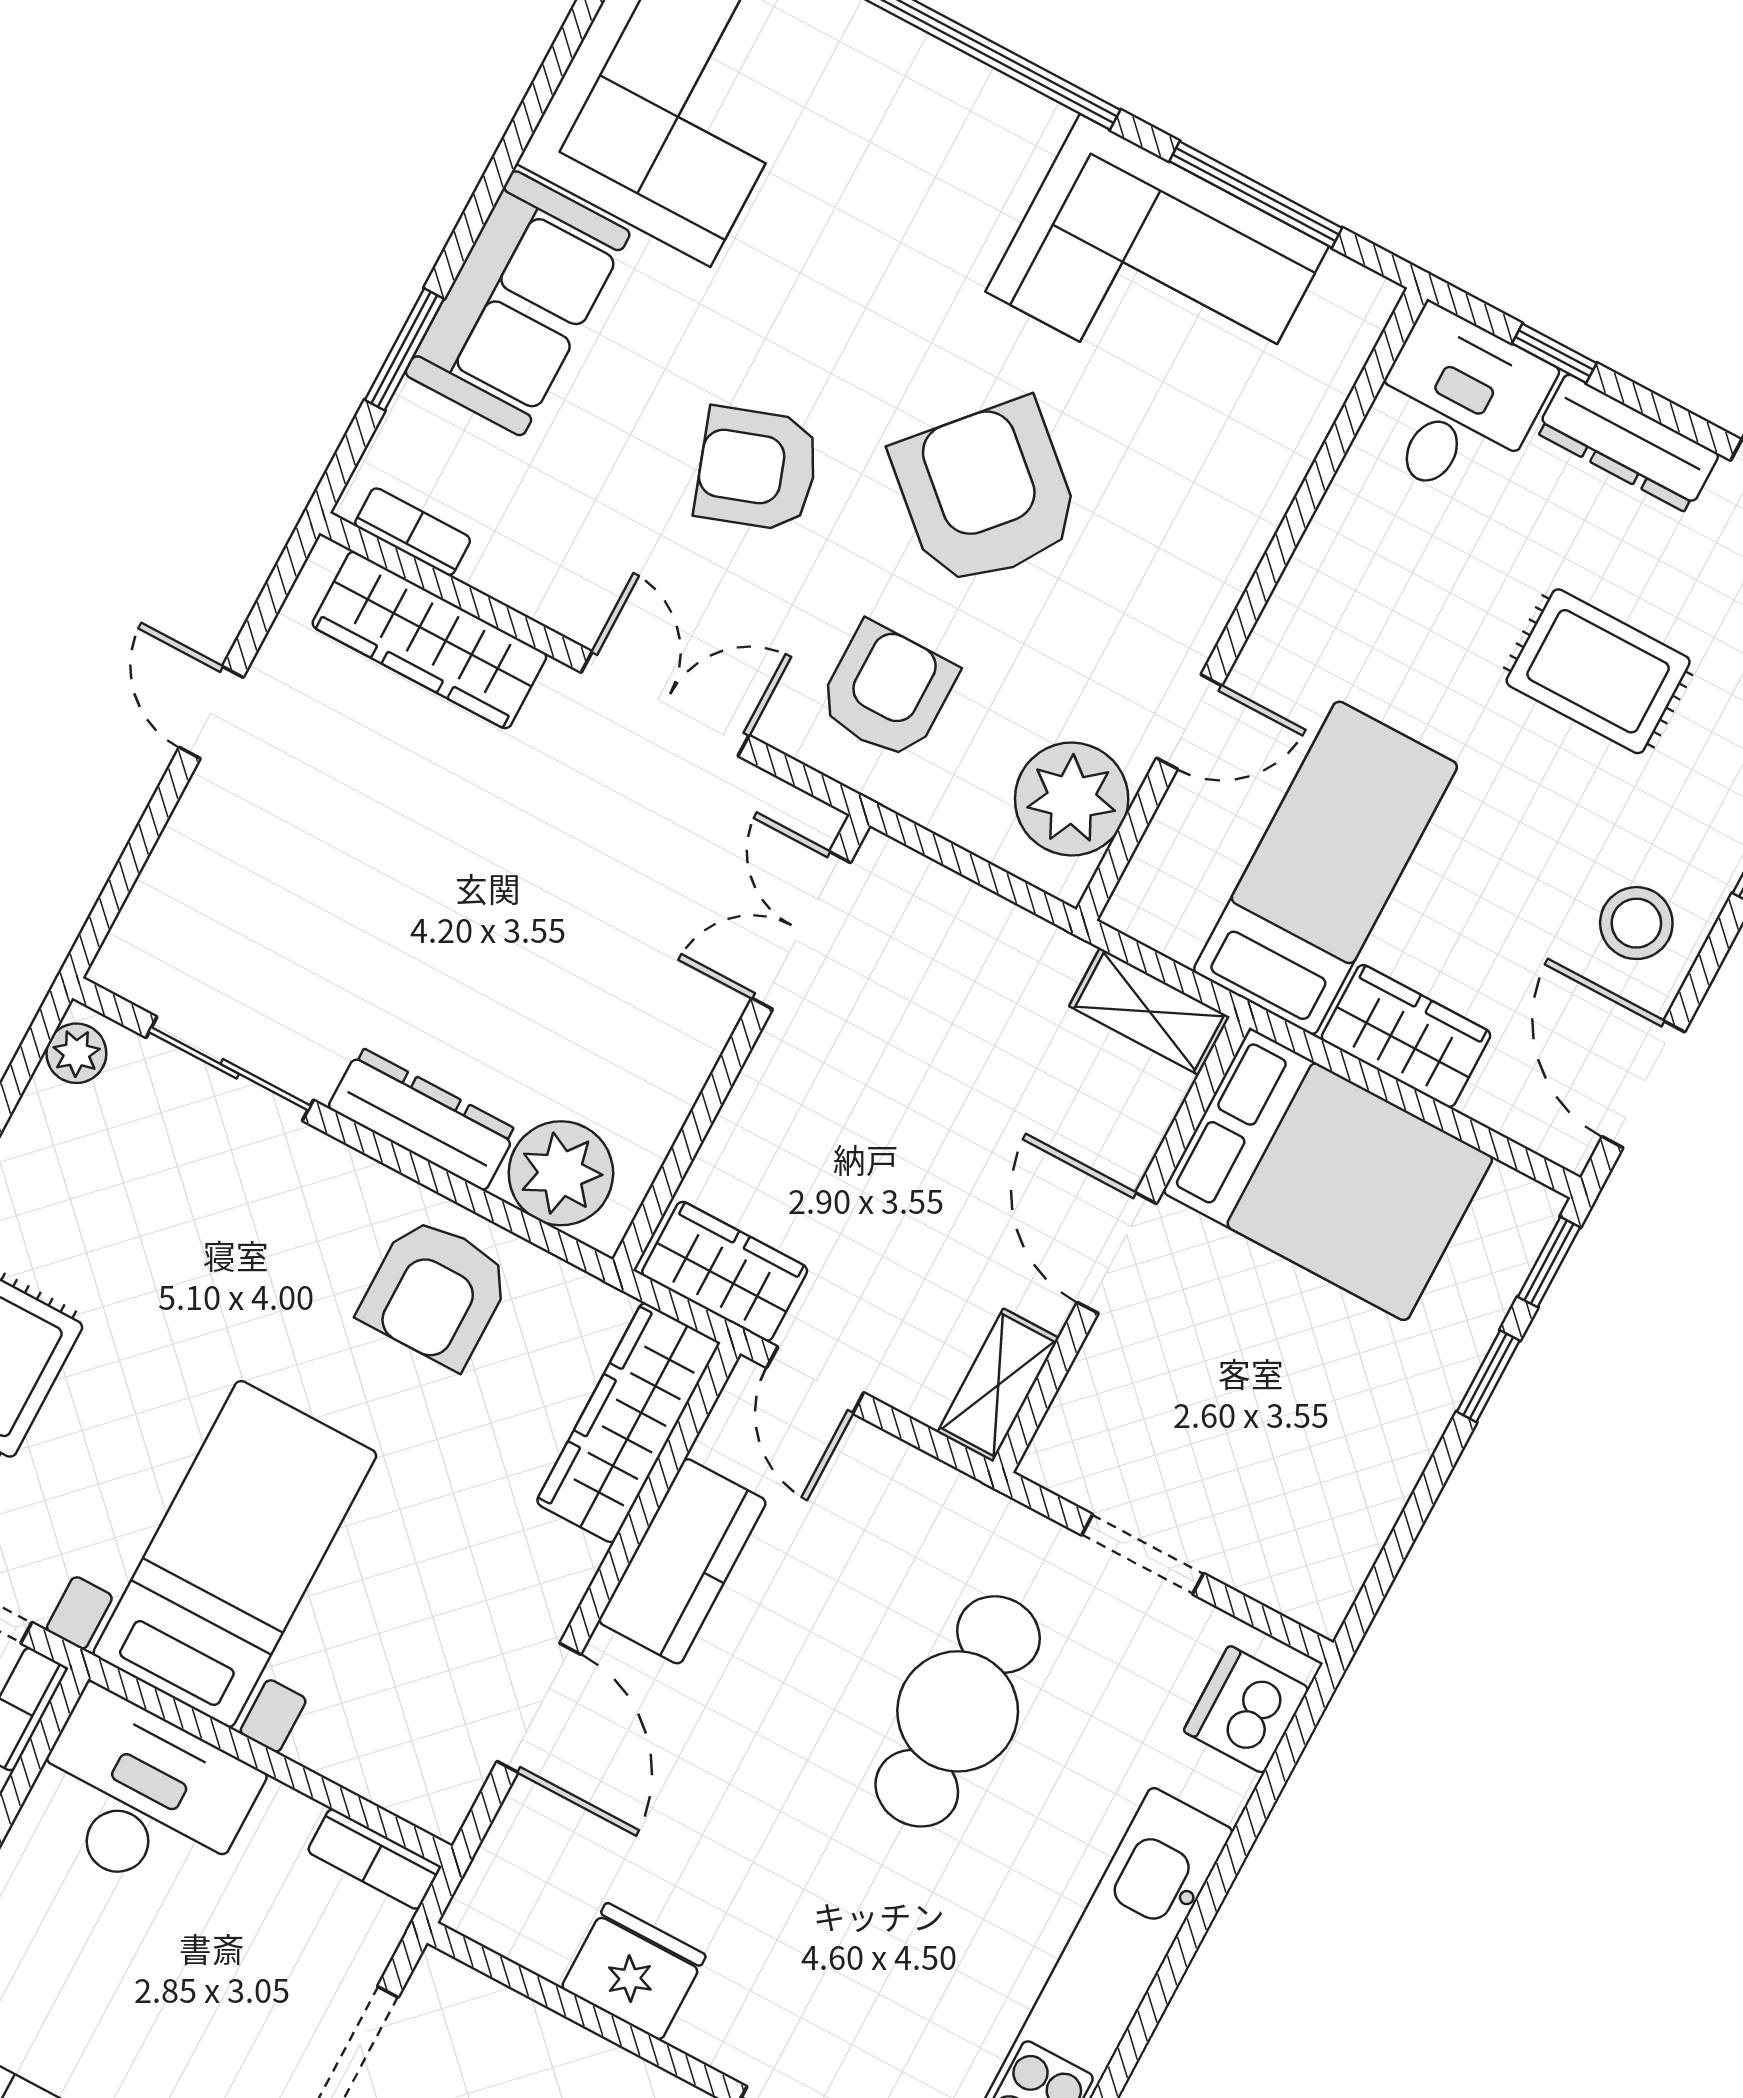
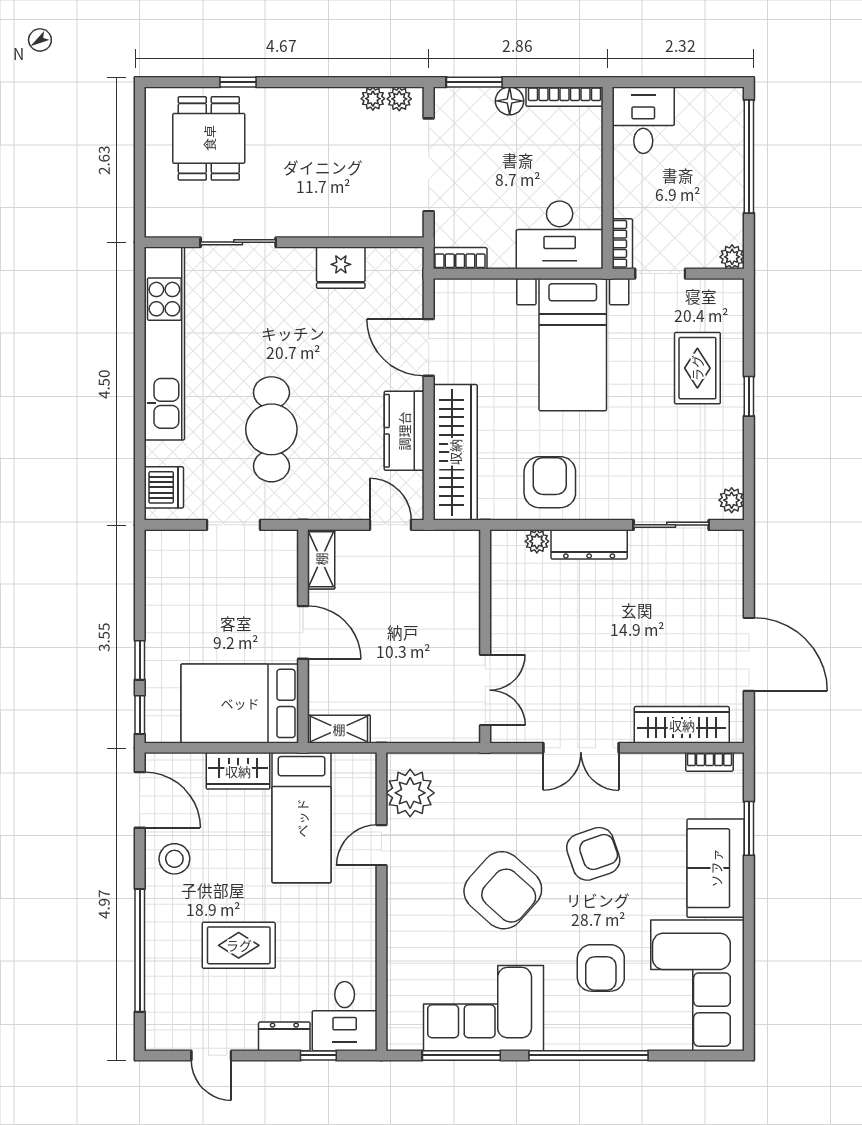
dresser: (1627, 443) -> (284, 1036), width x0.70
armchair: (887, 691) -> (601, 968), moved
door: (211, 712) -> (749, 654), width x1.88
plant: (561, 1173) -> (537, 541), width x0.53, depth x0.53
wardrobe: (725, 1271) -> (446, 548), removed
wardrobe: (628, 1423) -> (455, 452), width x1.40, depth x1.17

